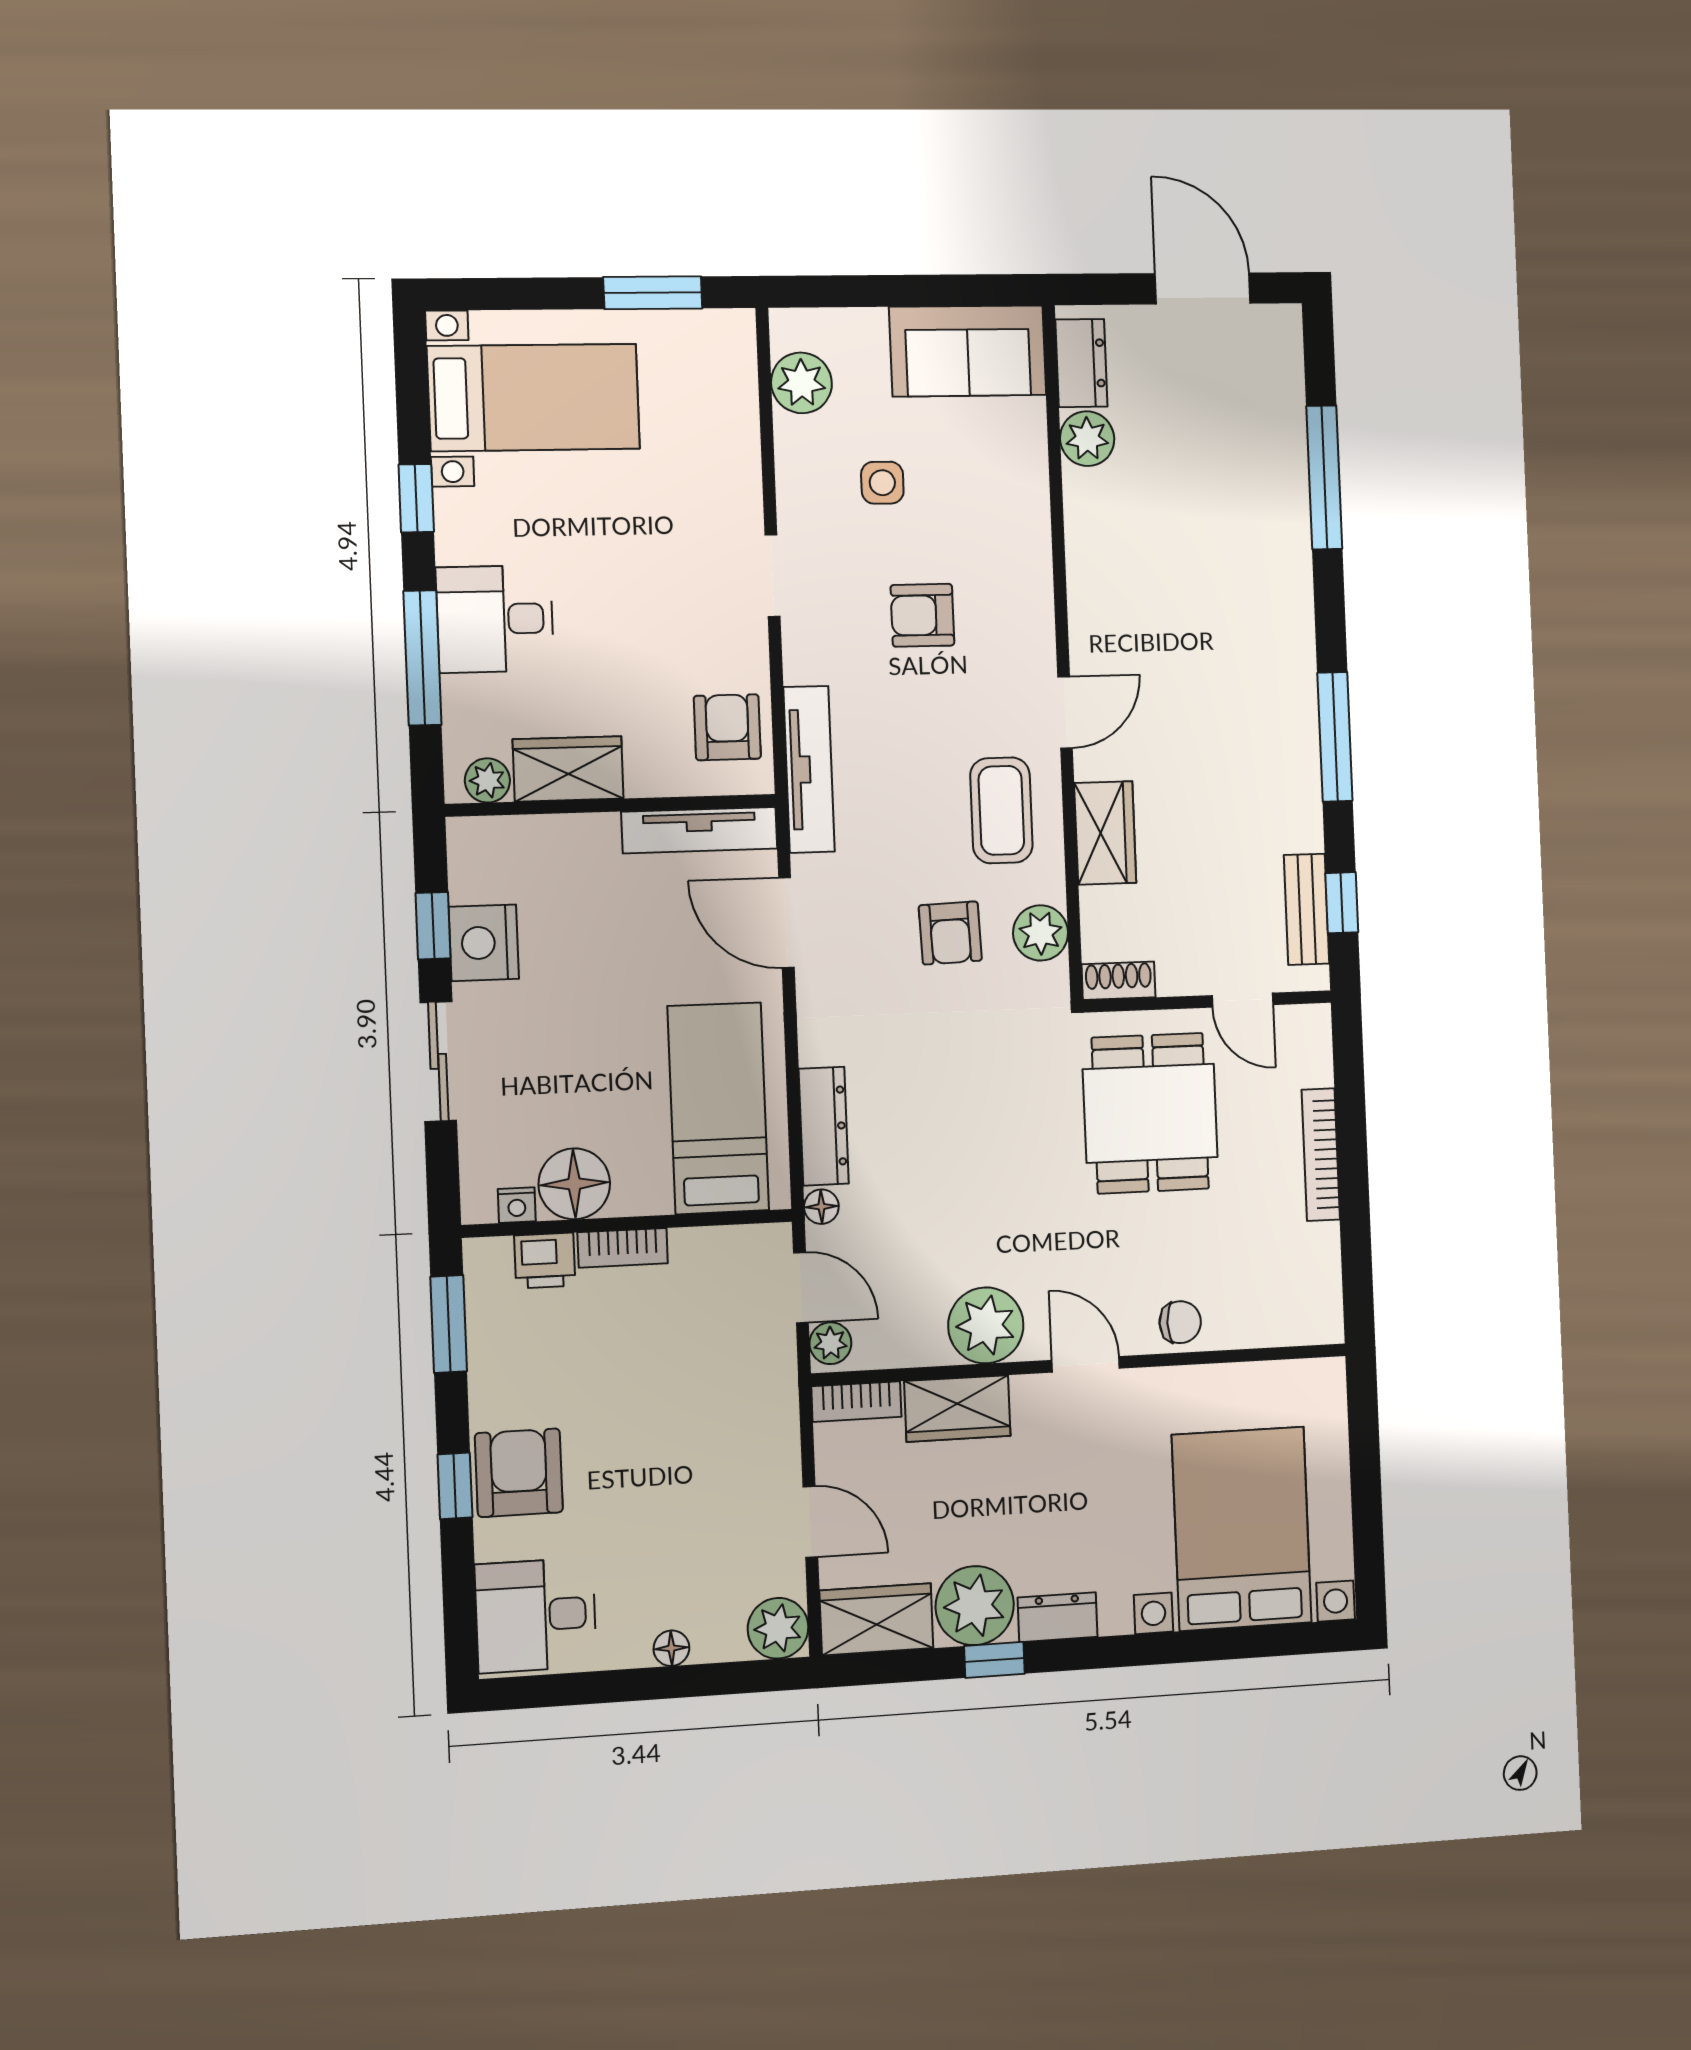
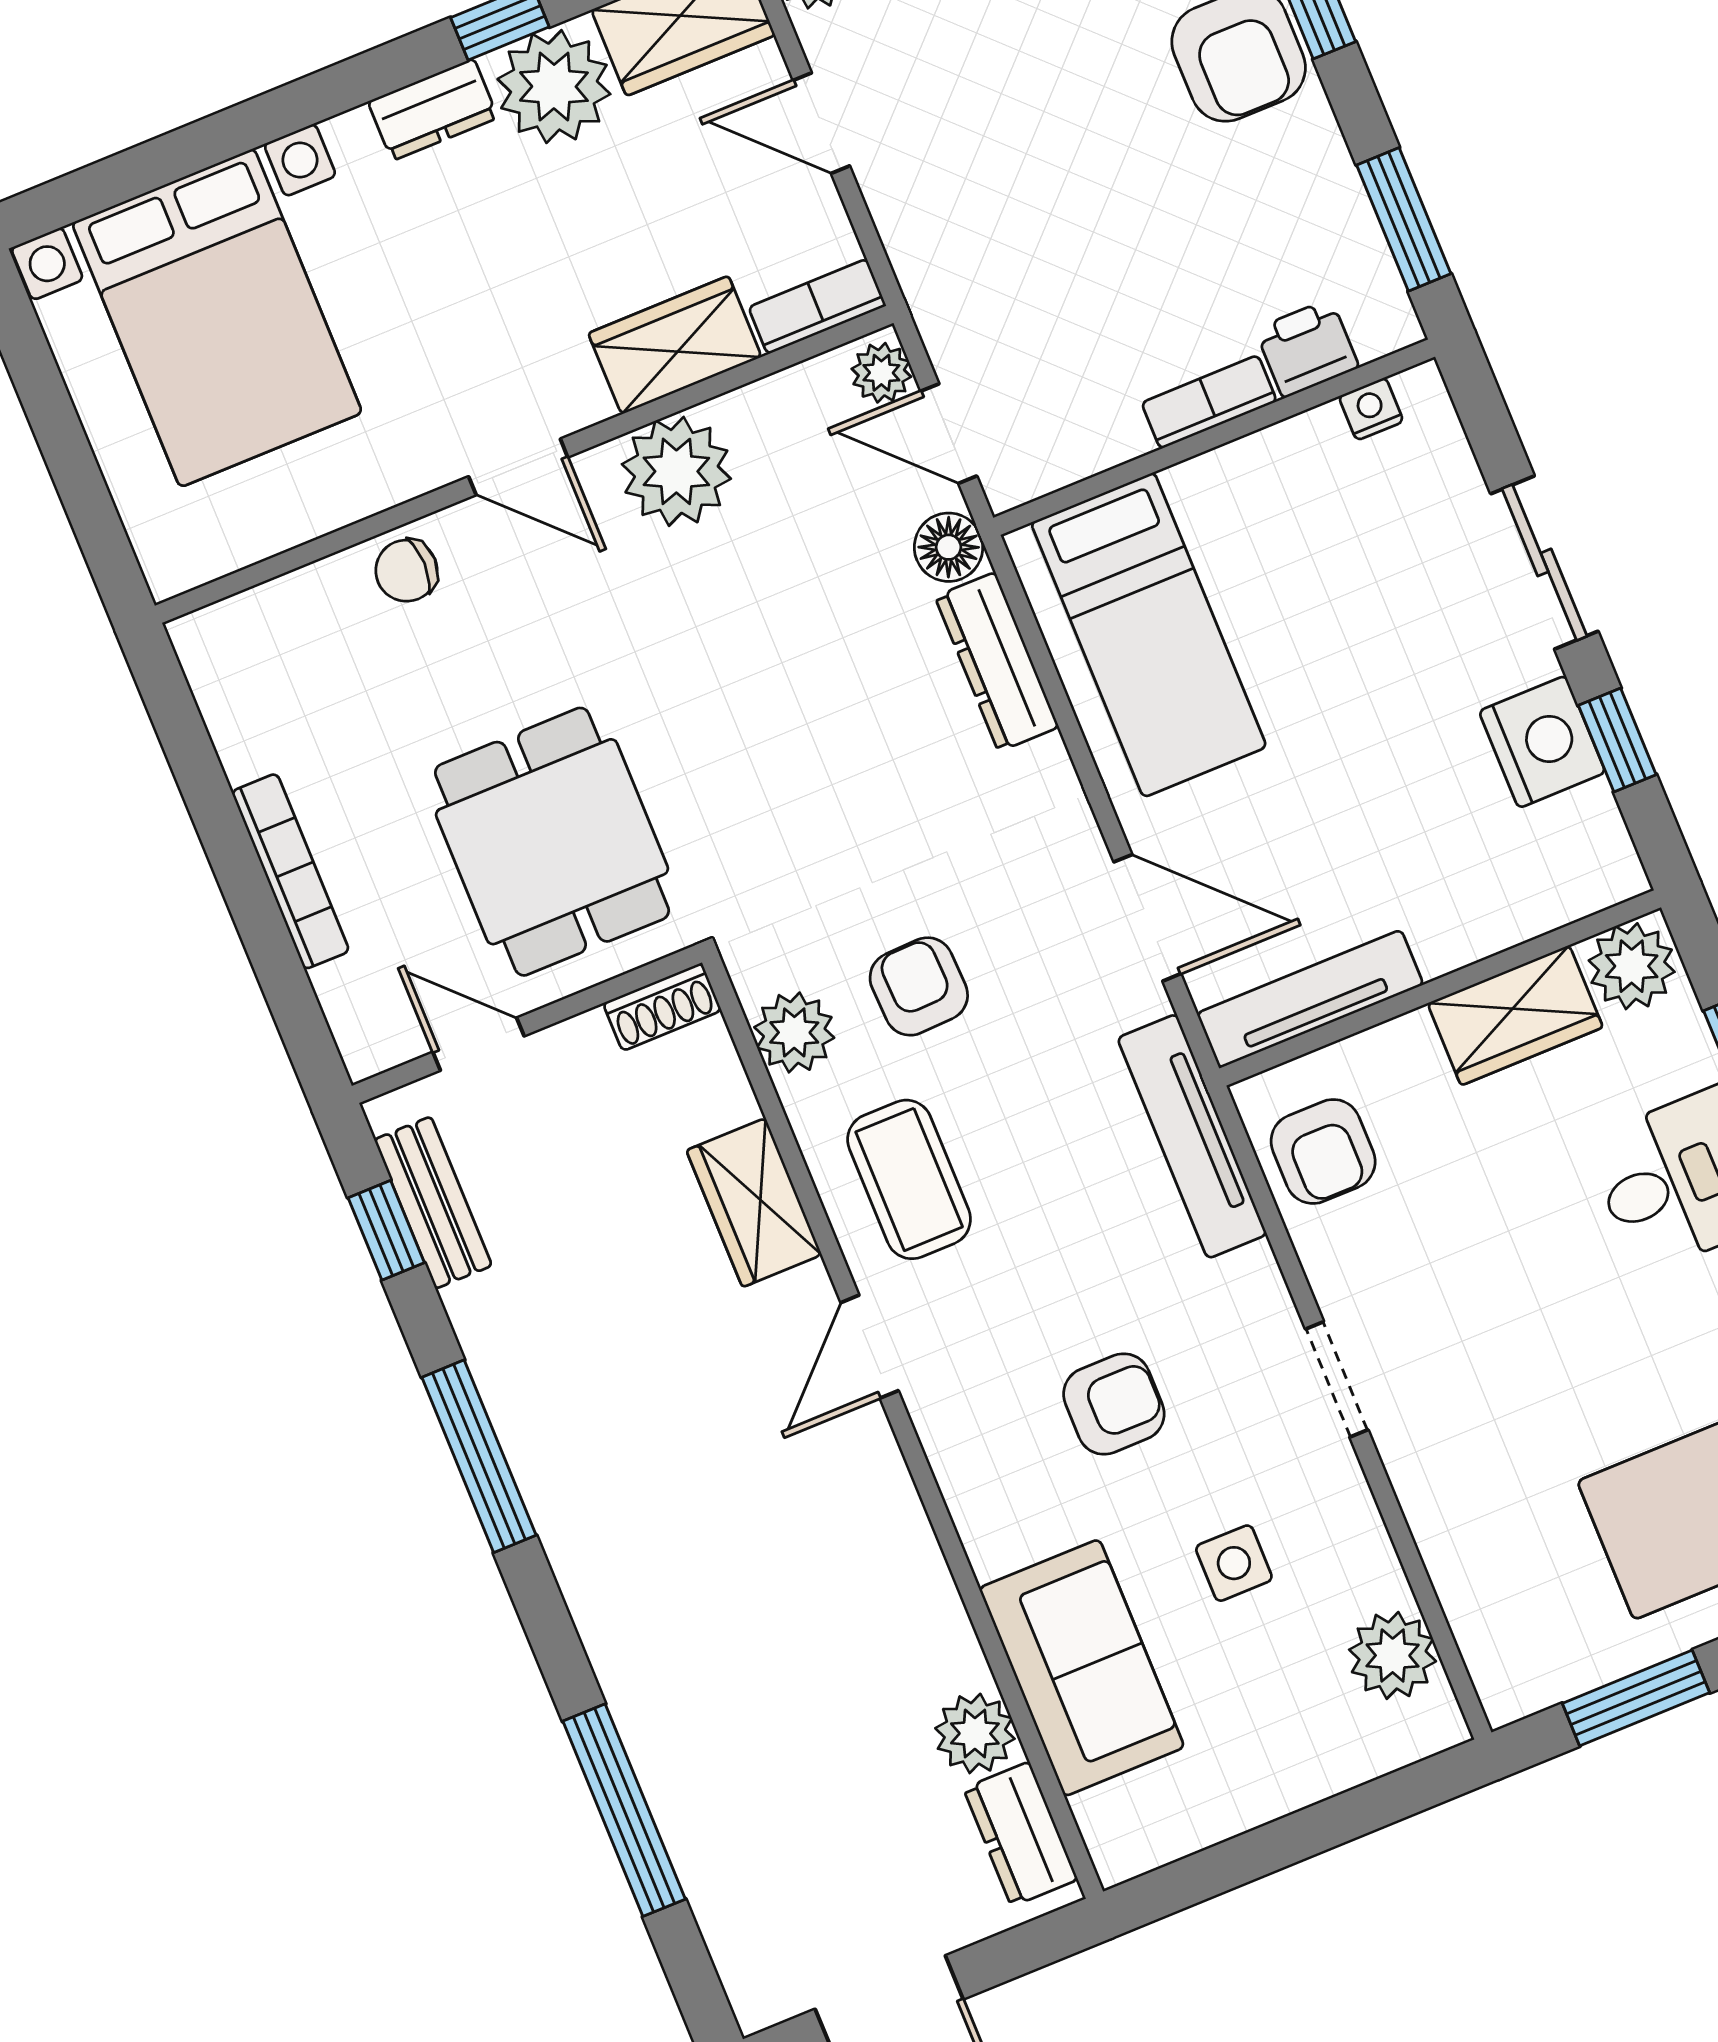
sofa: (968, 351) -> (1082, 1668), moved, turned 90
plant: (487, 780) -> (1632, 966), width x1.38, depth x1.38
floor lamp: (574, 1184) -> (1305, 464), removed
floor lamp: (821, 1207) -> (949, 547), width x1.37, depth x1.37

